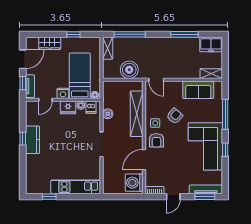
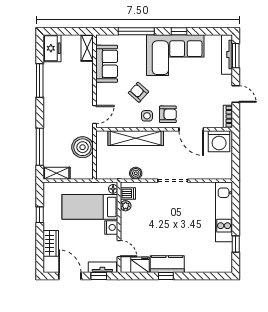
fridge: (68, 107) -> (140, 265), moved, turned -90

